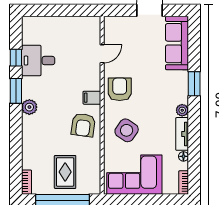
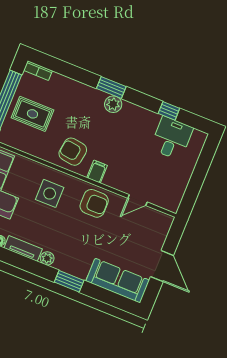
door: (102, 54) -> (137, 200), hinge flipped
desk: (38, 61) -> (172, 138), moved
window: (16, 91) -> (111, 88), moved
side table: (127, 130) -> (50, 193), turned -34

